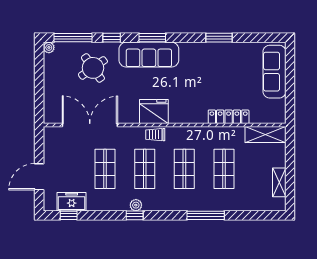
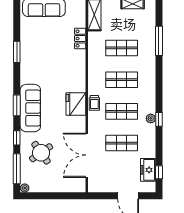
locker: (229, 117) -> (80, 39), width x0.66
window: (206, 215) -> (159, 41), moved

